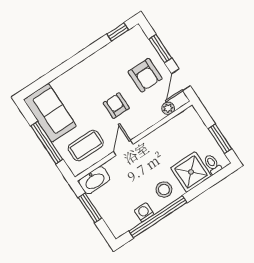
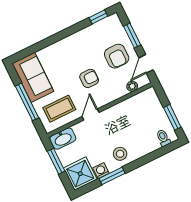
armchair: (116, 106) -> (89, 78), turned 90
shower: (191, 172) -> (80, 174), moved
window: (158, 217) -> (112, 176), width x0.47

